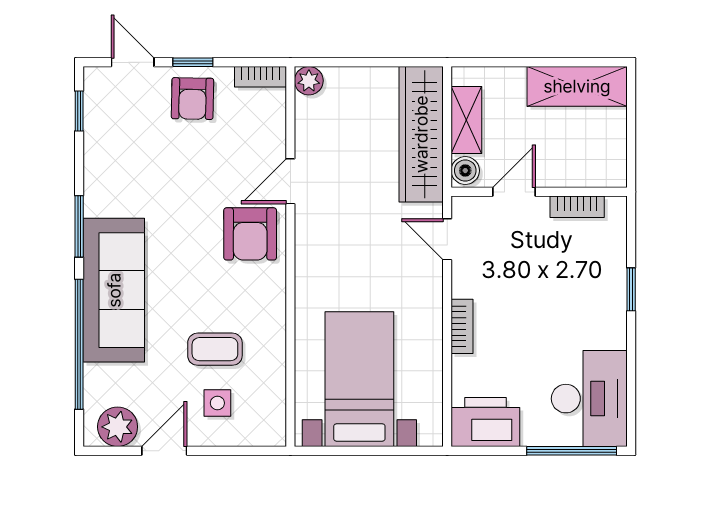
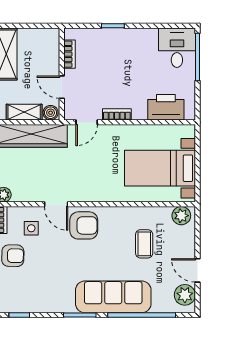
bookcase: (462, 326) -> (117, 114), moved
desk: (589, 399) -> (177, 48), width x0.73
side table: (217, 403) -> (31, 228), moved
plant: (269, 420) -> (181, 216), added
printer: (485, 422) -> (166, 107), moved, turned 90

